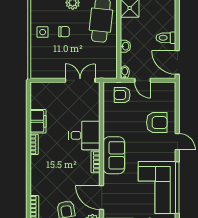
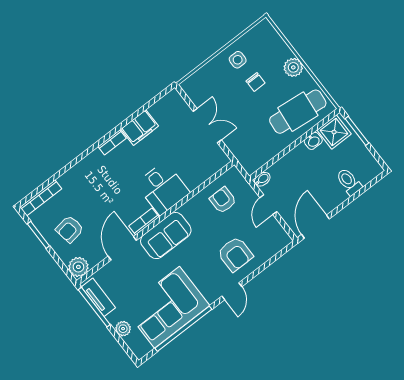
toilet: (166, 38) -> (349, 182), moved
washbasin: (125, 46) -> (313, 141), moved
double door: (80, 80) -> (207, 126), moved
armchair: (122, 95) -> (223, 200), moved
door: (102, 198) -> (122, 248), moved

